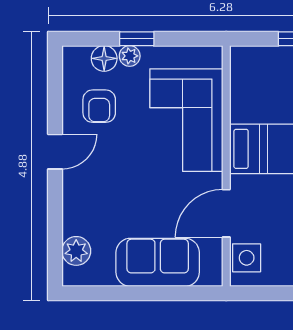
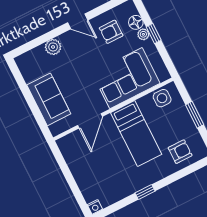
door: (226, 213) -> (90, 121), swing flipped
plant: (76, 251) -> (53, 47), moved
side table: (247, 258) -> (162, 98), moved

